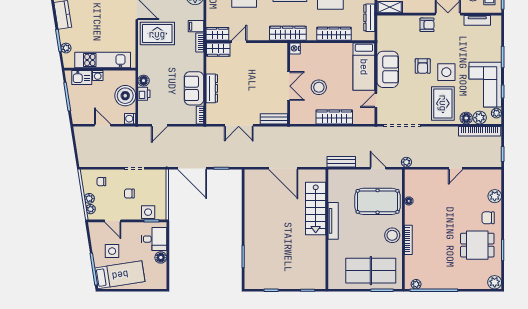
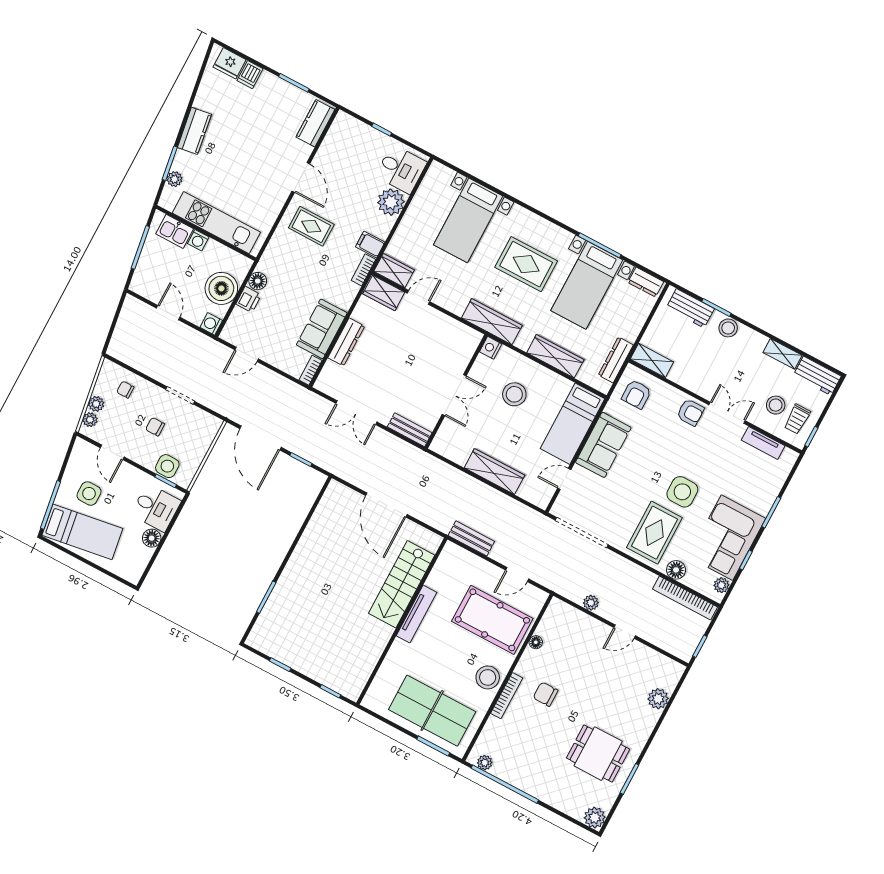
rug: (157, 34) -> (311, 226), width x0.73, depth x0.70
armchair: (423, 66) -> (636, 394), moved
stool: (319, 87) -> (514, 394), moved
plant: (480, 118) -> (695, 579), removed
plant: (406, 162) -> (591, 603), moved
door: (378, 168) -> (517, 574), swing flipped
chair: (488, 218) -> (546, 694), moved

